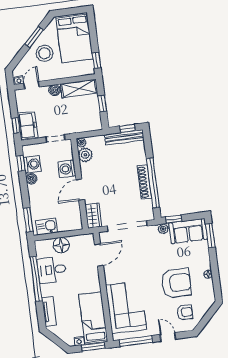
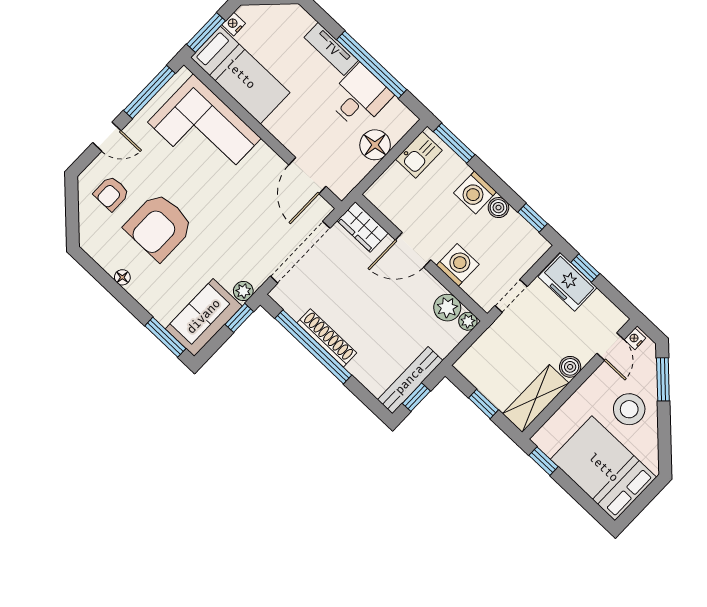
window: (34, 37) -> (663, 379), moved
washing machine: (32, 164) -> (475, 192), moved
door: (80, 190) -> (413, 250), swing flipped
tv unit: (49, 311) -> (331, 49), moved

